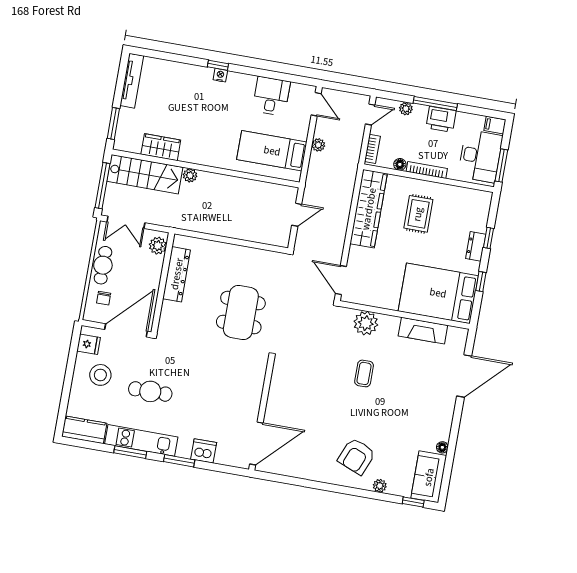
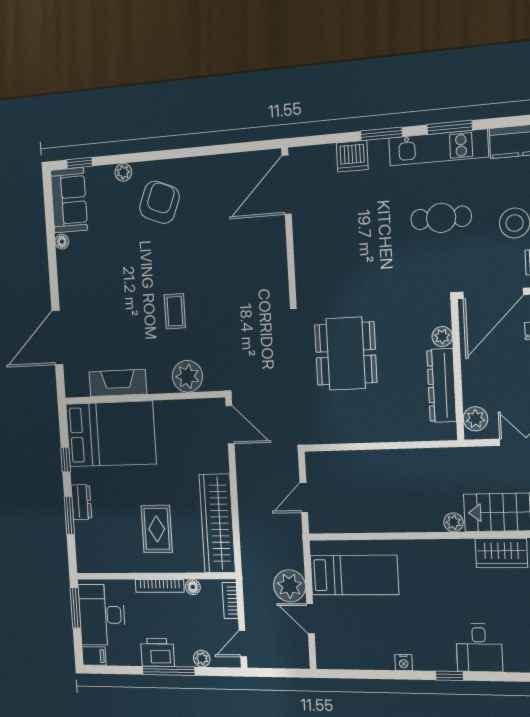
nightstand: (220, 75) -> (404, 662), moved
desk: (271, 96) -> (479, 648), moved
door: (316, 104) -> (310, 619), moved
plant: (318, 145) -> (290, 586), width x1.88, depth x1.88
window: (489, 238) -> (69, 516), width x1.50
plant: (168, 309) -> (442, 337), added

